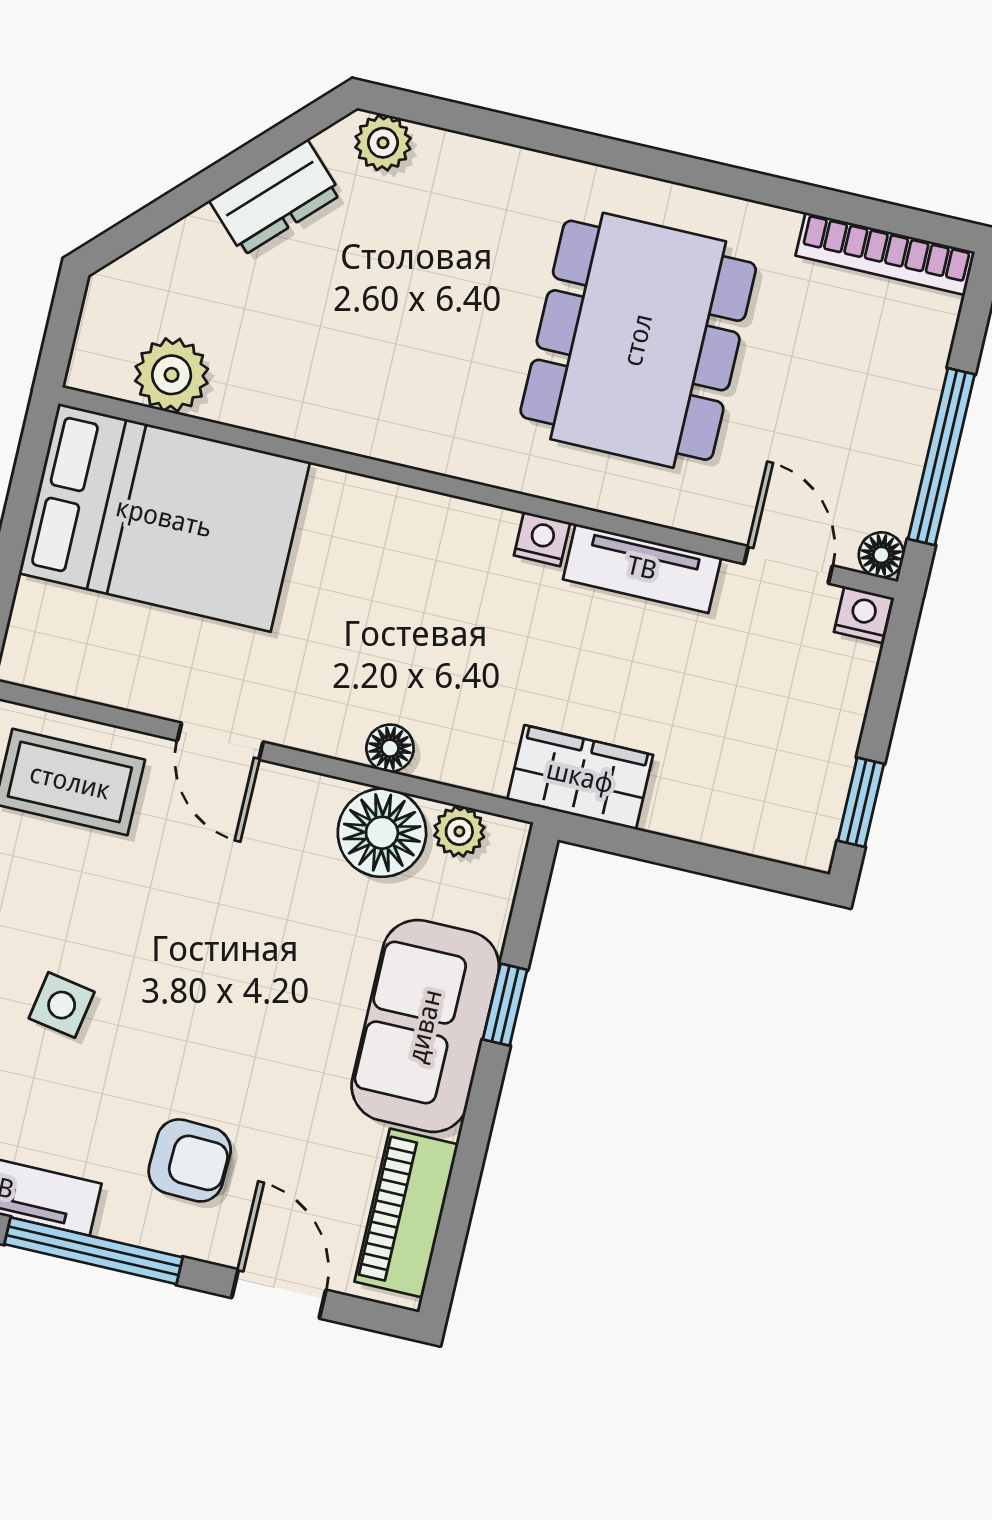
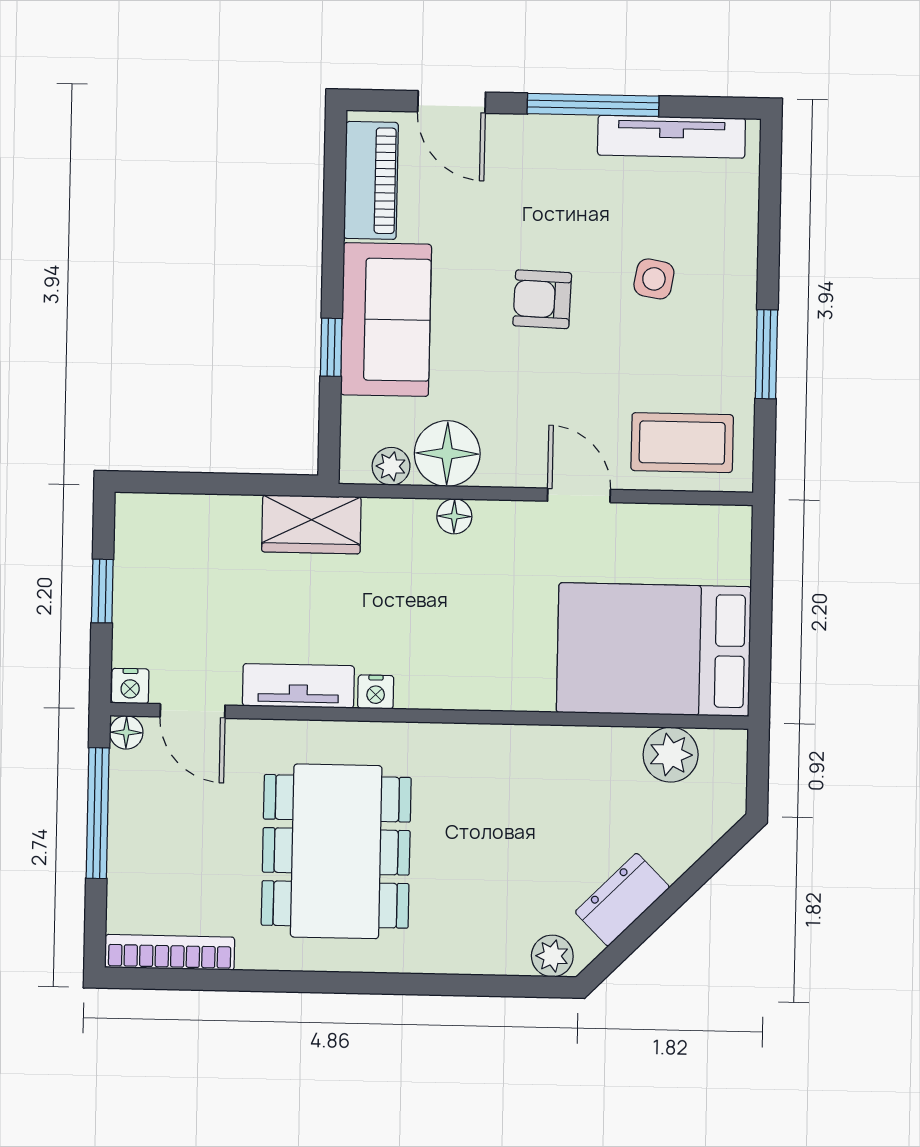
window: (861, 802) -> (102, 591), moved
armchair: (190, 1160) -> (542, 299), moved

